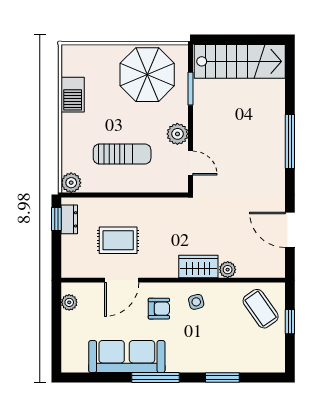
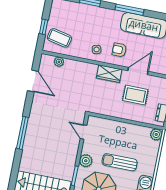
plant: (177, 134) -> (86, 161), moved
sun lounger: (122, 154) -> (120, 162), moved
wardrobe: (198, 267) -> (109, 74), moved
plant: (228, 270) -> (59, 62), moved
coffee table: (261, 309) -> (59, 38), turned -43

